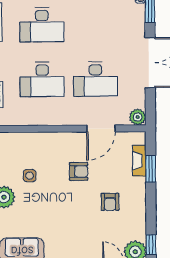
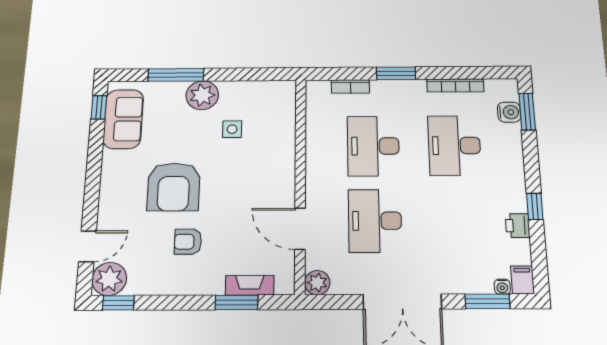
armchair: (79, 171) -> (174, 187), moved, width x1.88, depth x1.88

